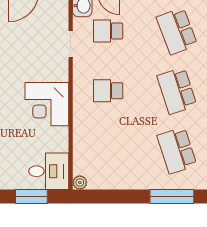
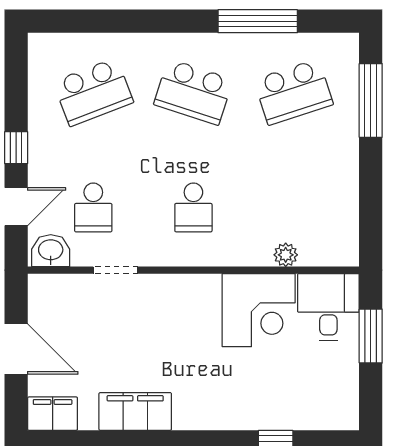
school desk: (177, 91) -> (193, 92), turned 36
corner desk: (47, 104) -> (259, 310), moved
plant: (80, 183) -> (286, 255), moved

